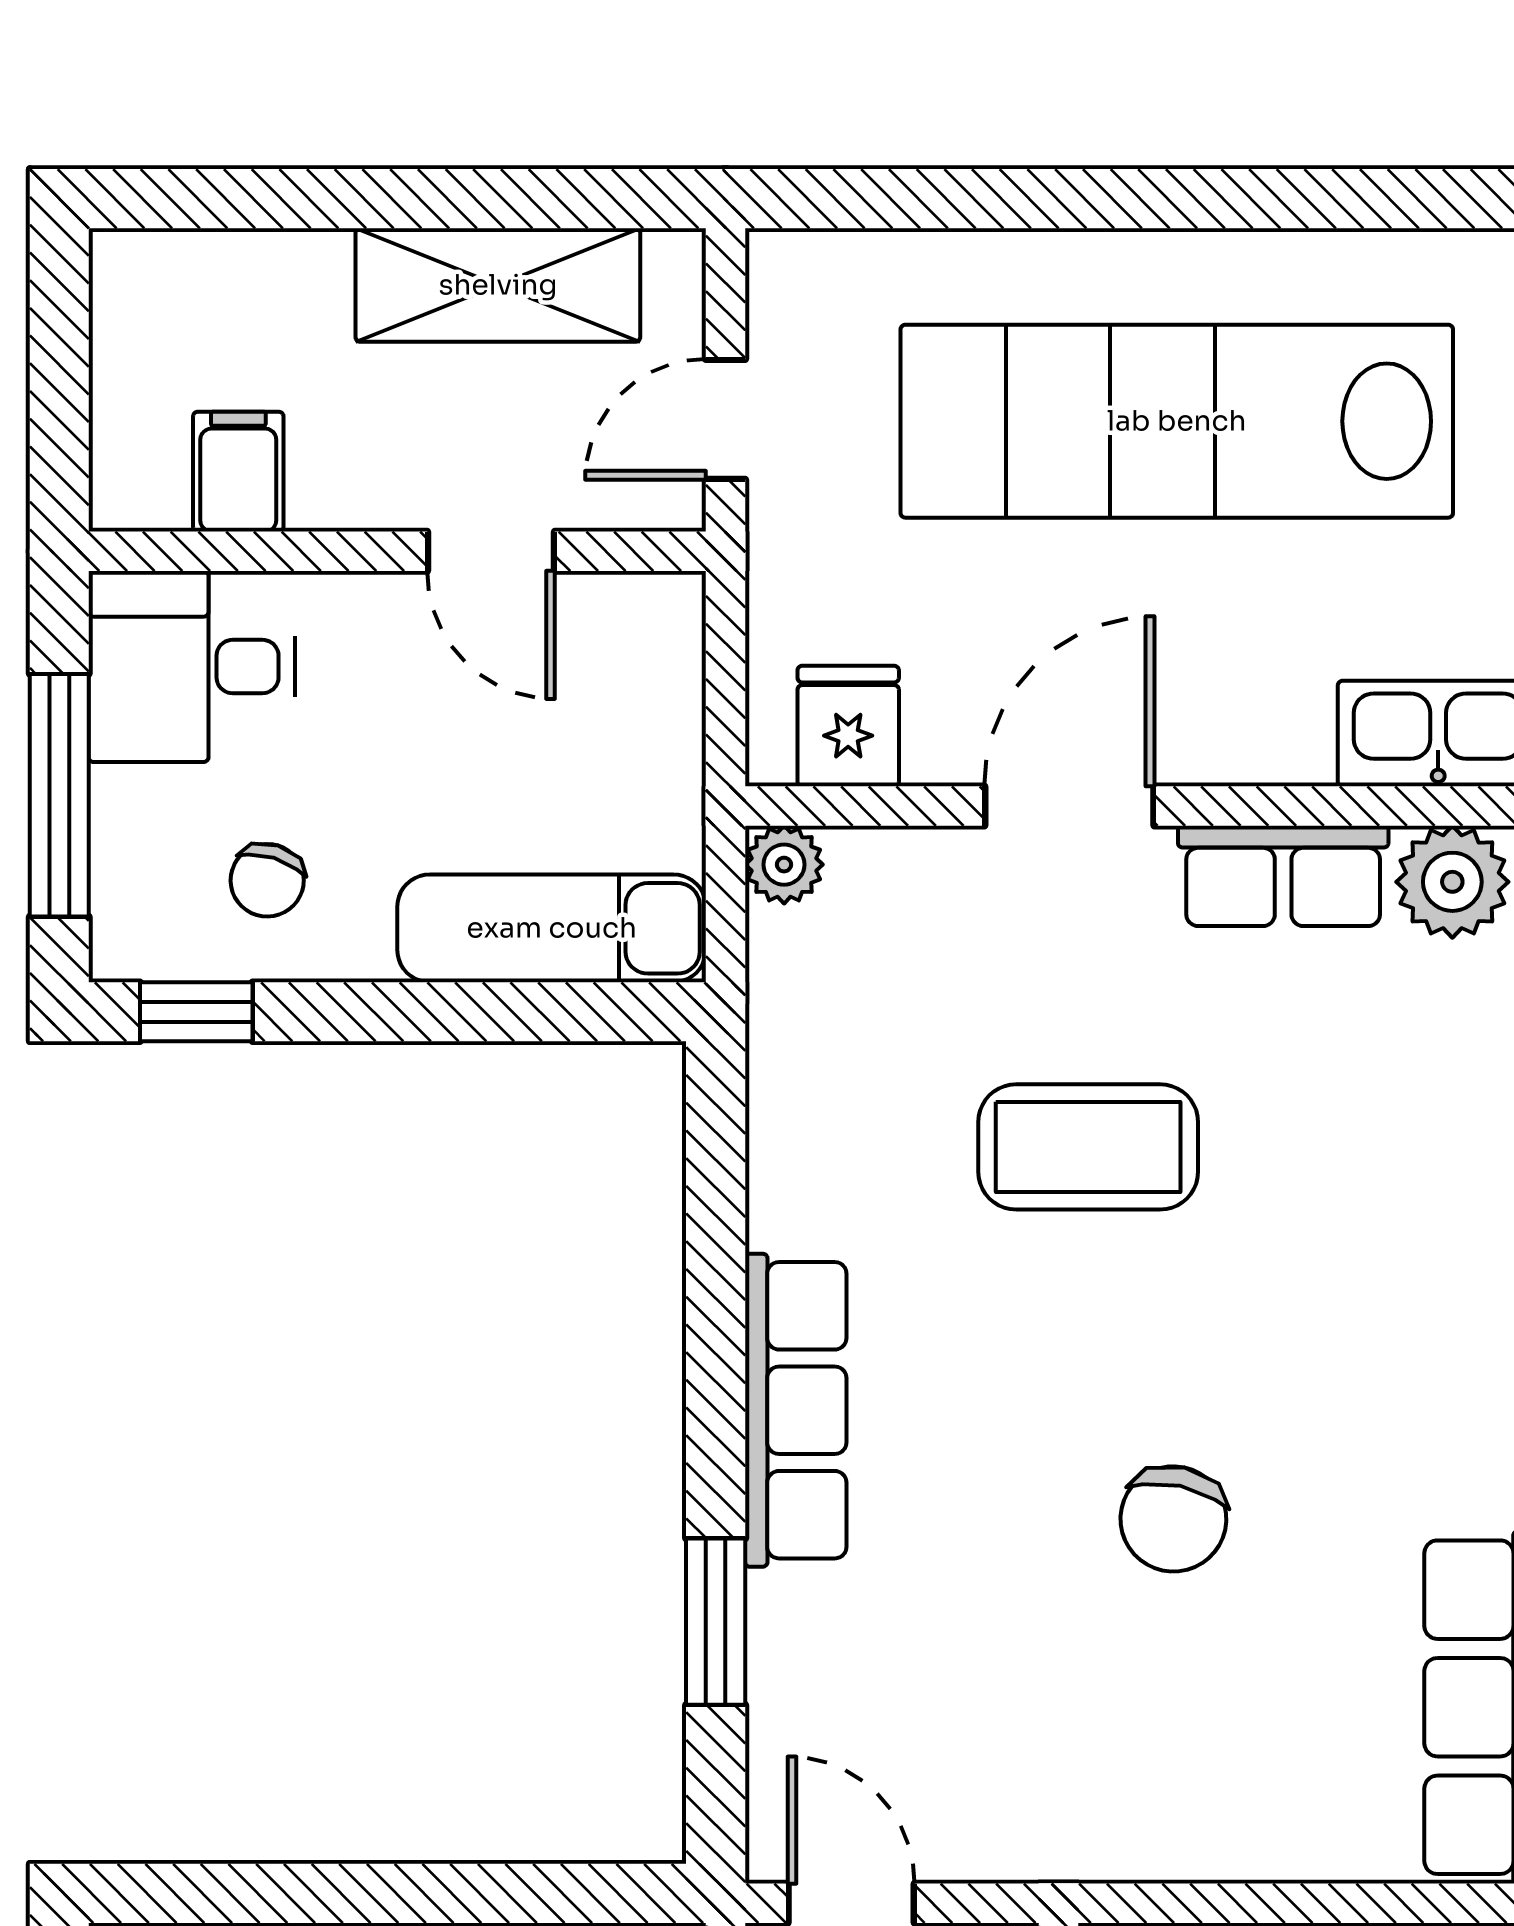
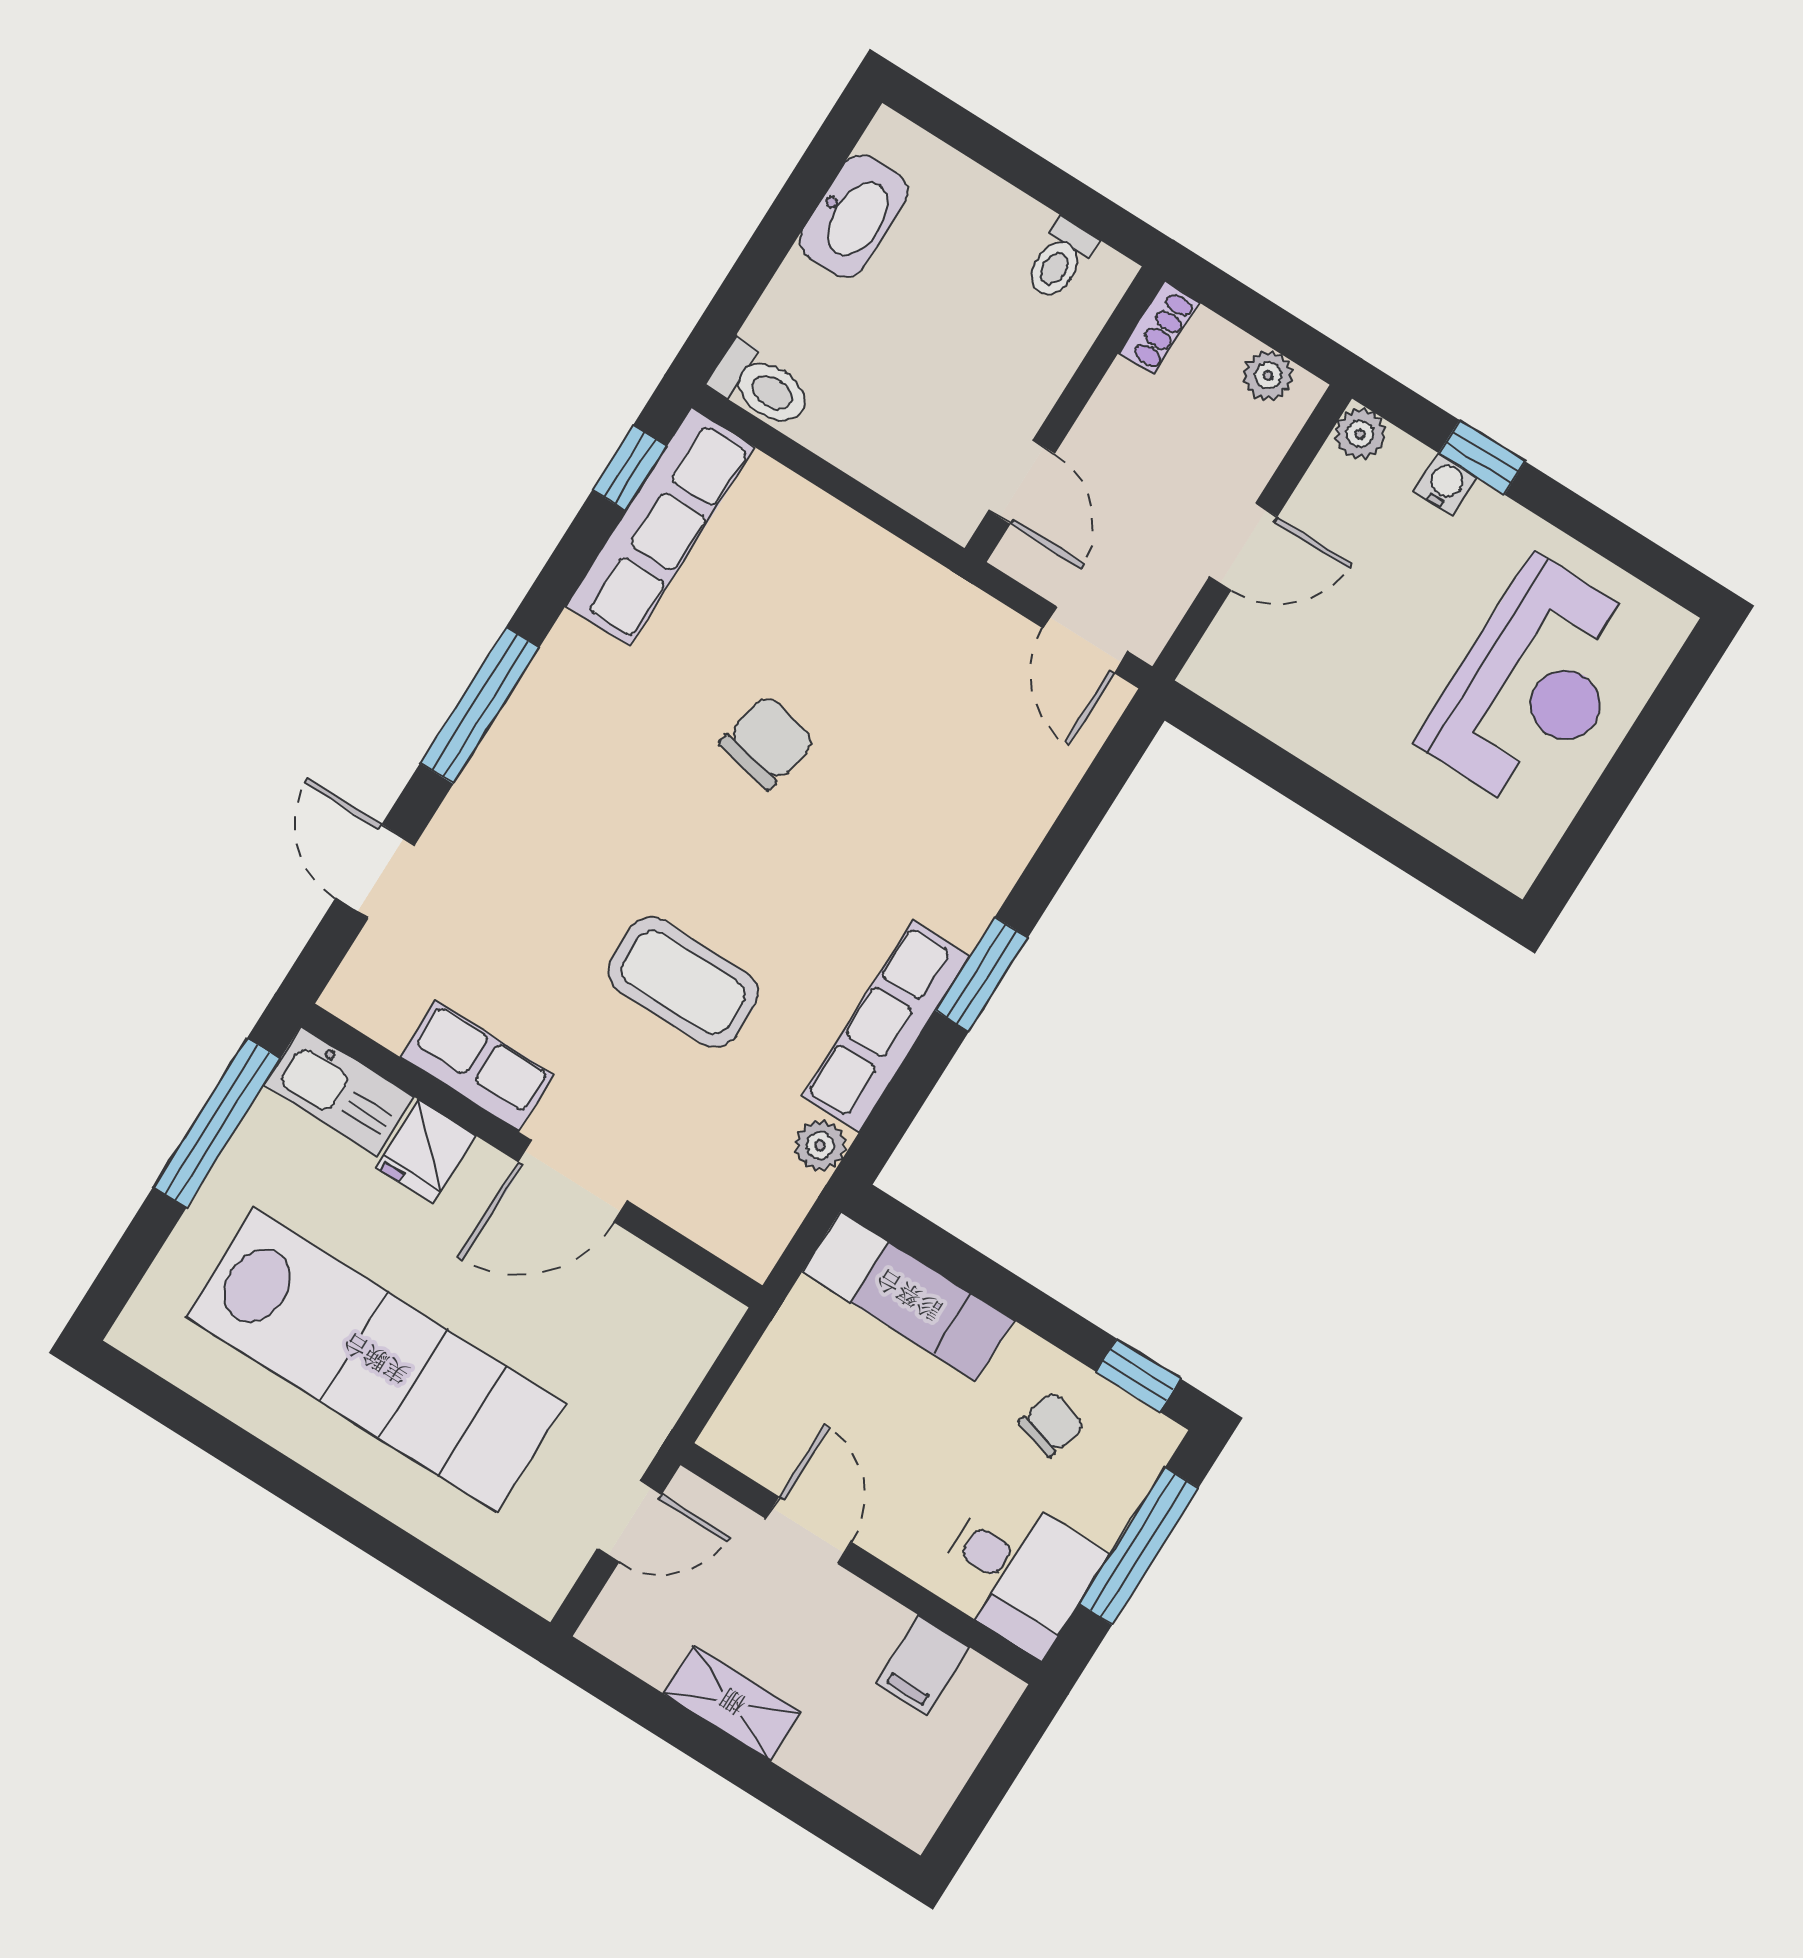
shelving: (498, 285) -> (732, 1703), width x0.67, depth x0.75
fridge: (848, 726) -> (426, 1152), moved
plant: (784, 865) -> (820, 1145), moved
plant: (1452, 882) -> (384, 1002), removed
row of seats: (796, 1410) -> (886, 1026), moved
window: (716, 1622) -> (982, 974), moved

